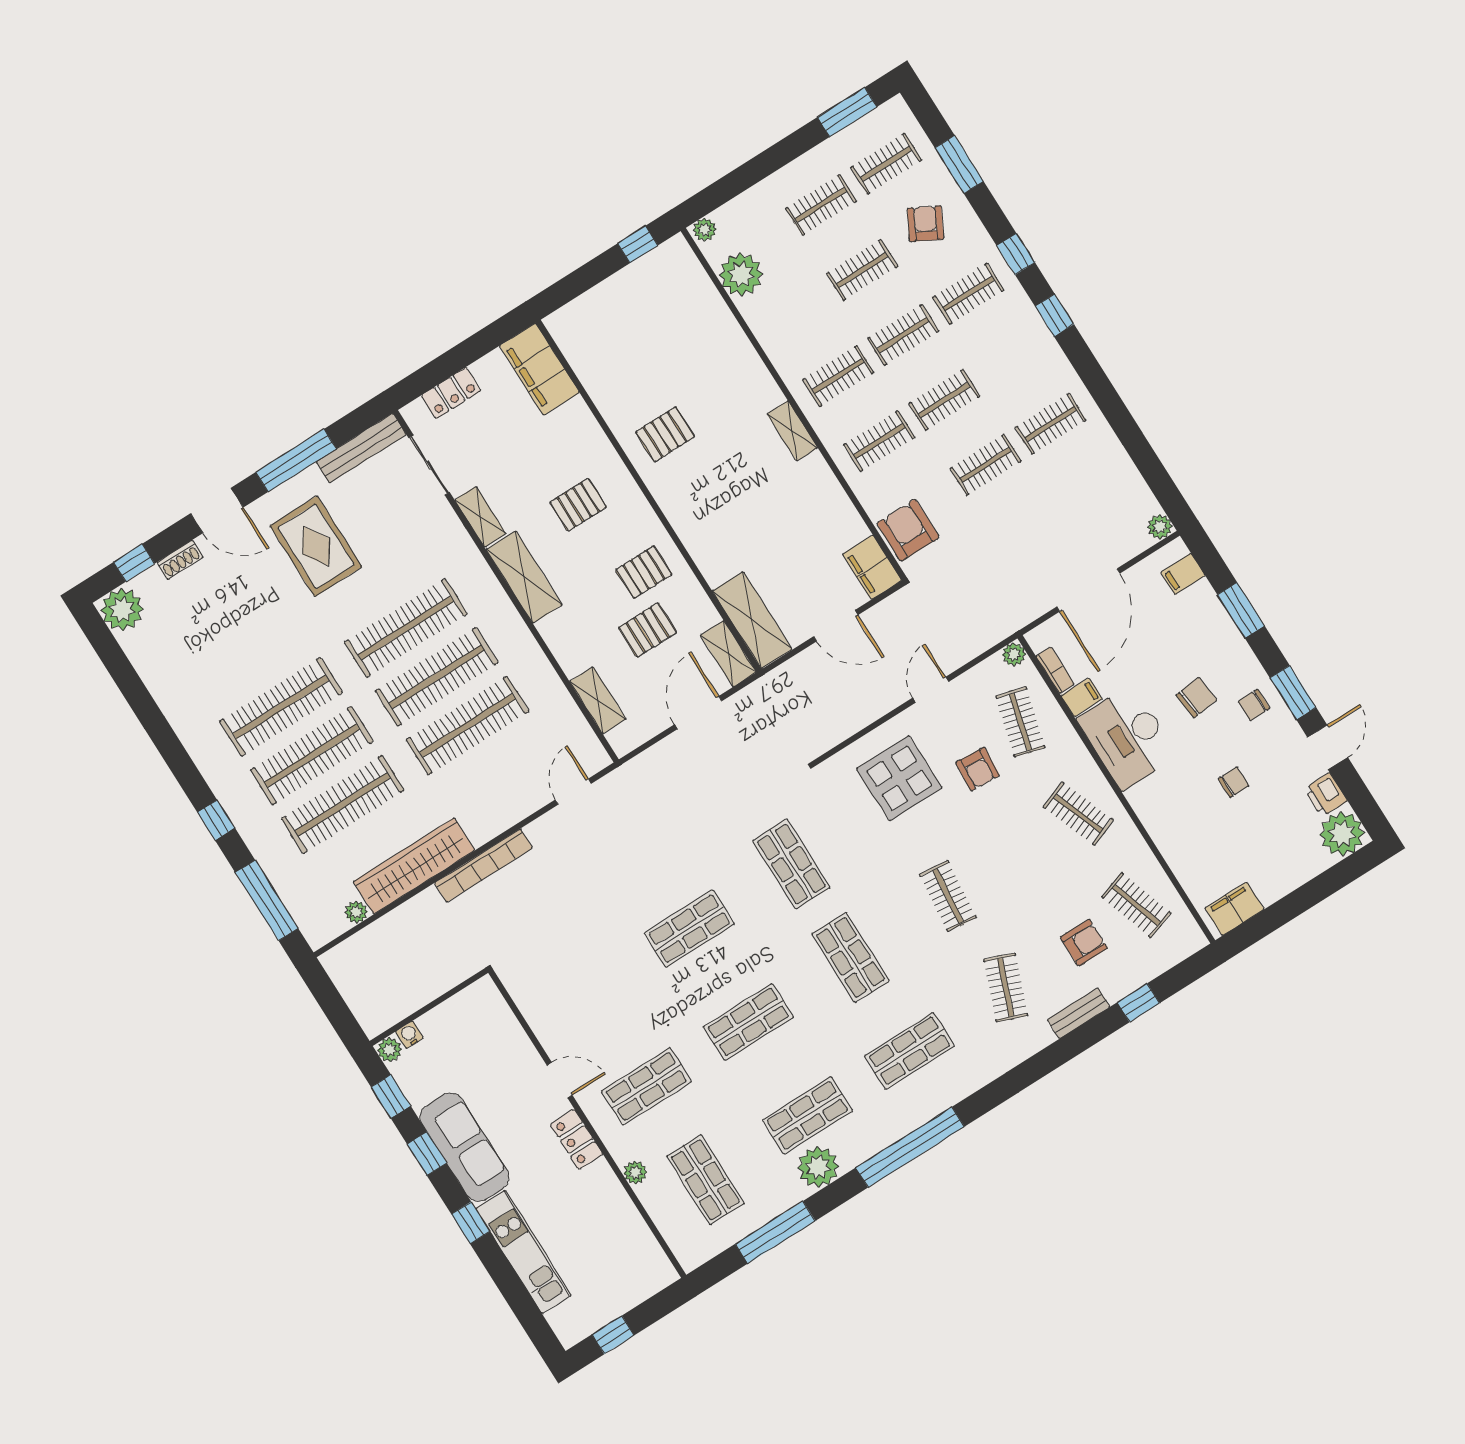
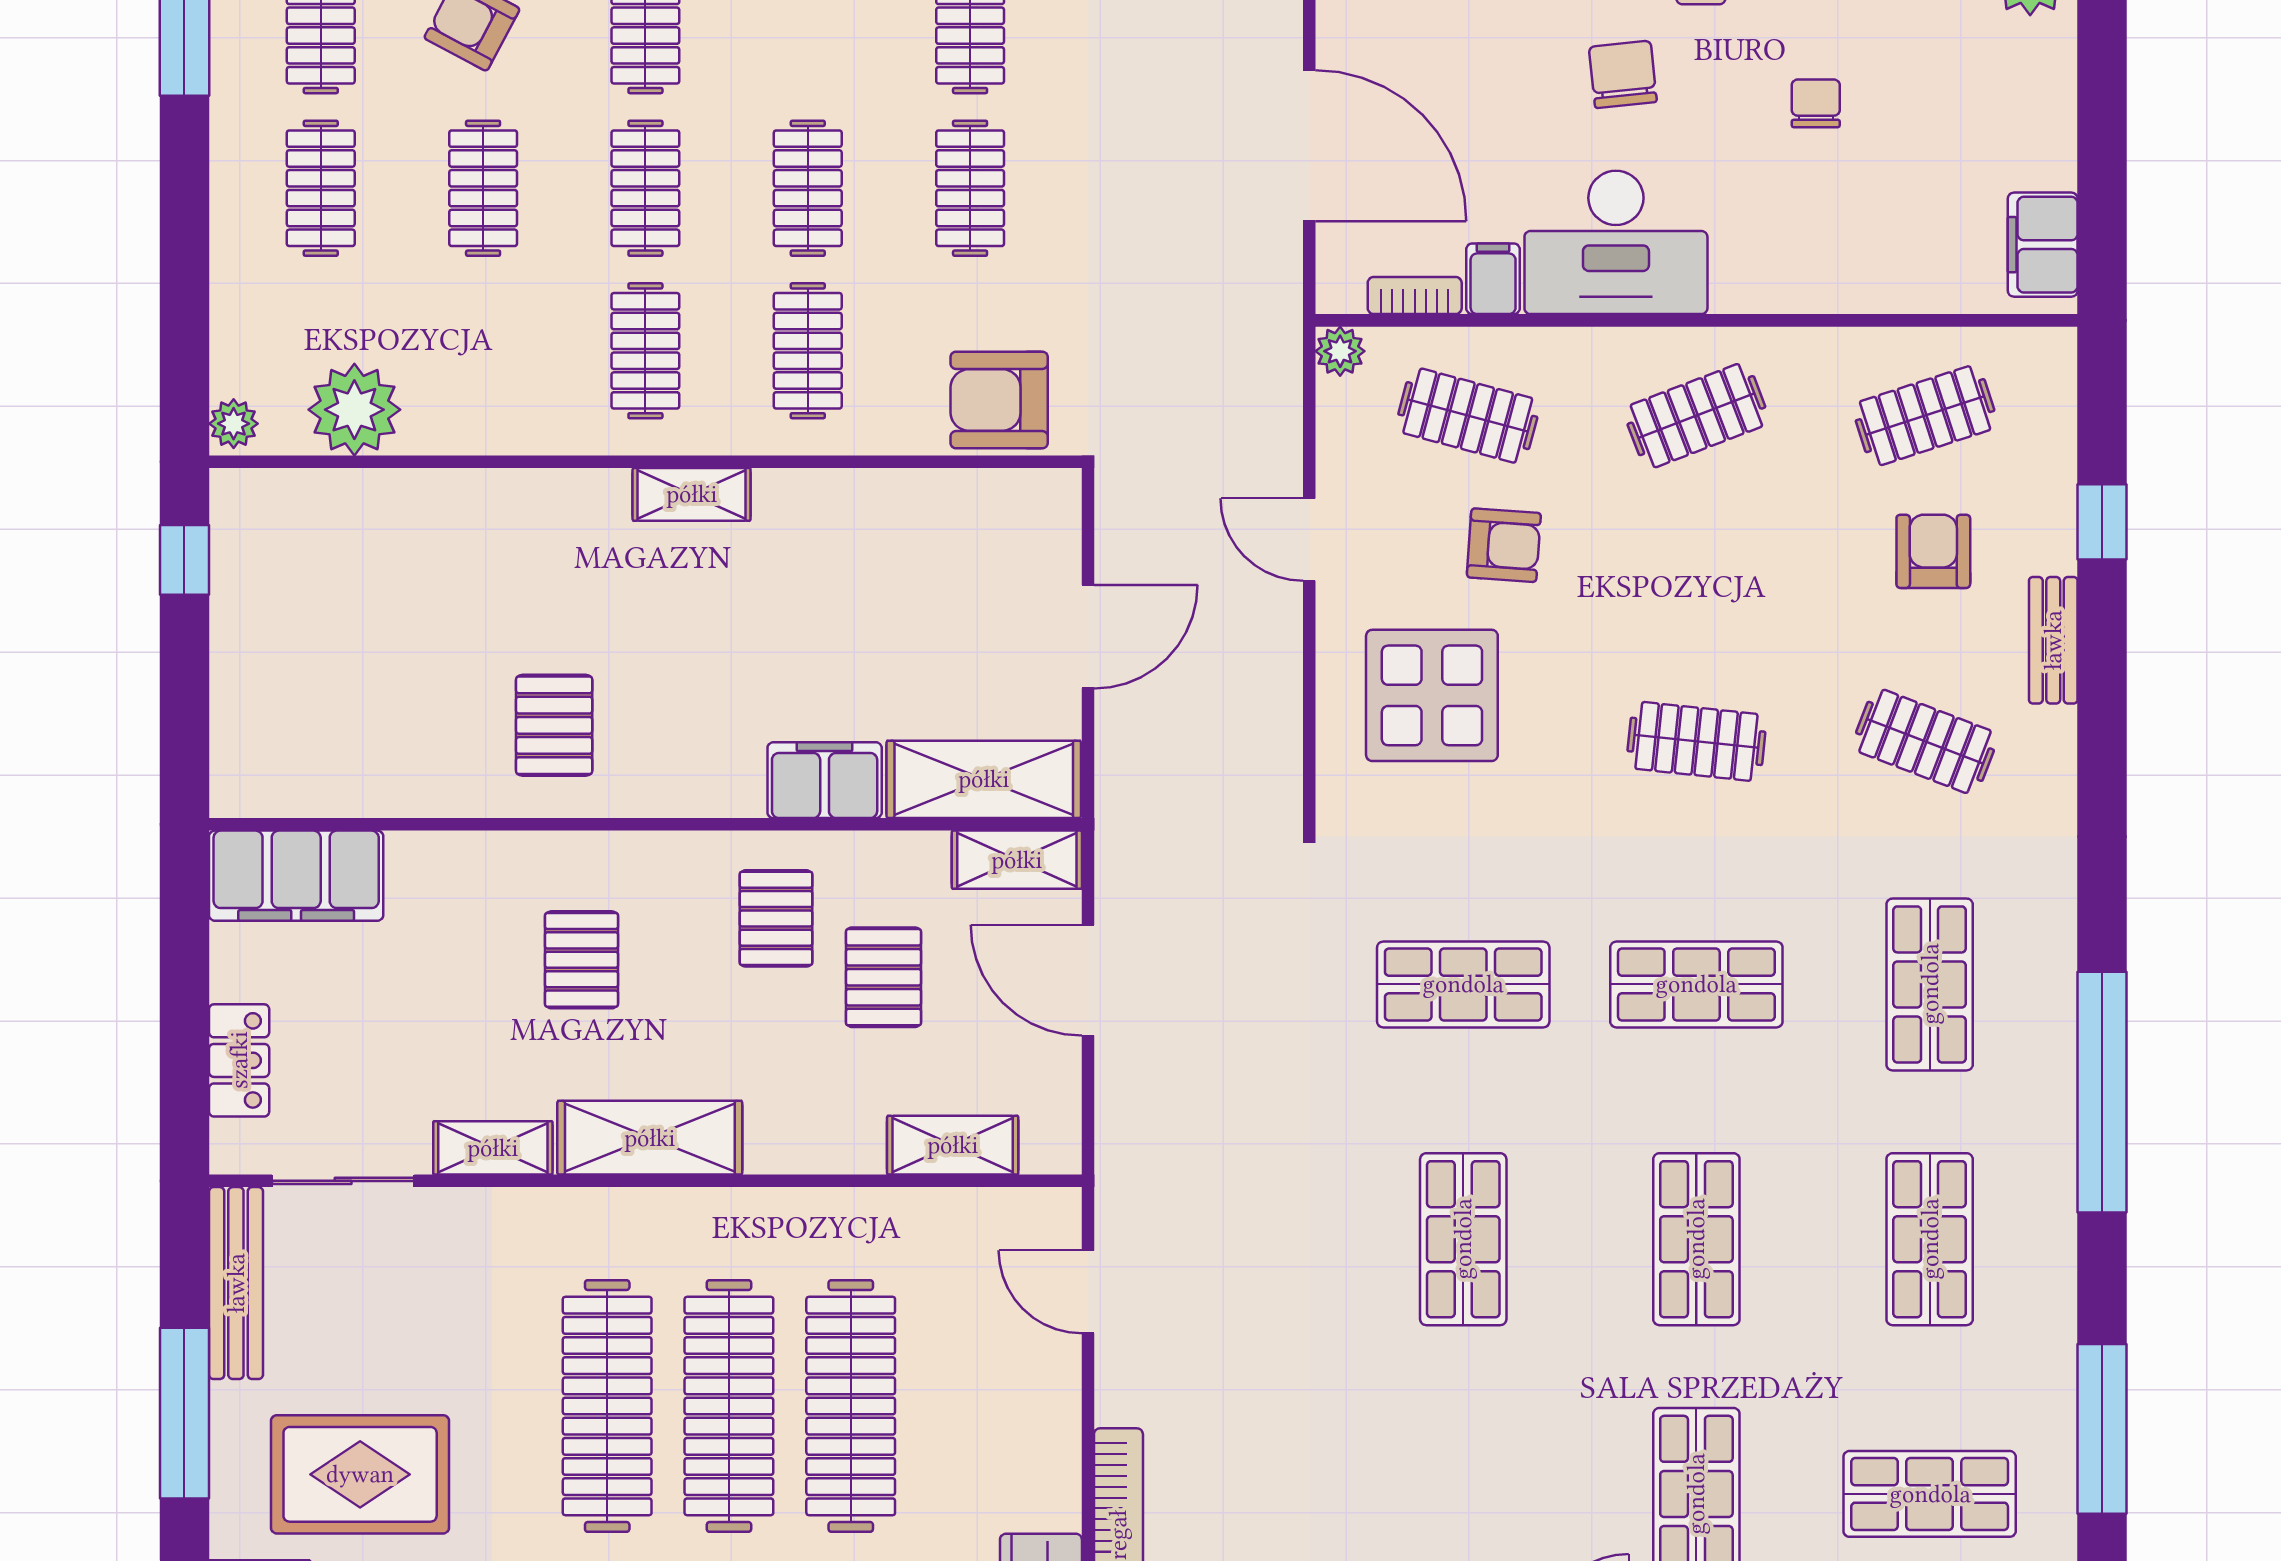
filing cabinet: (872, 567) -> (825, 780), moved, turned 180
plant: (818, 1167) -> (2034, 1278), removed

